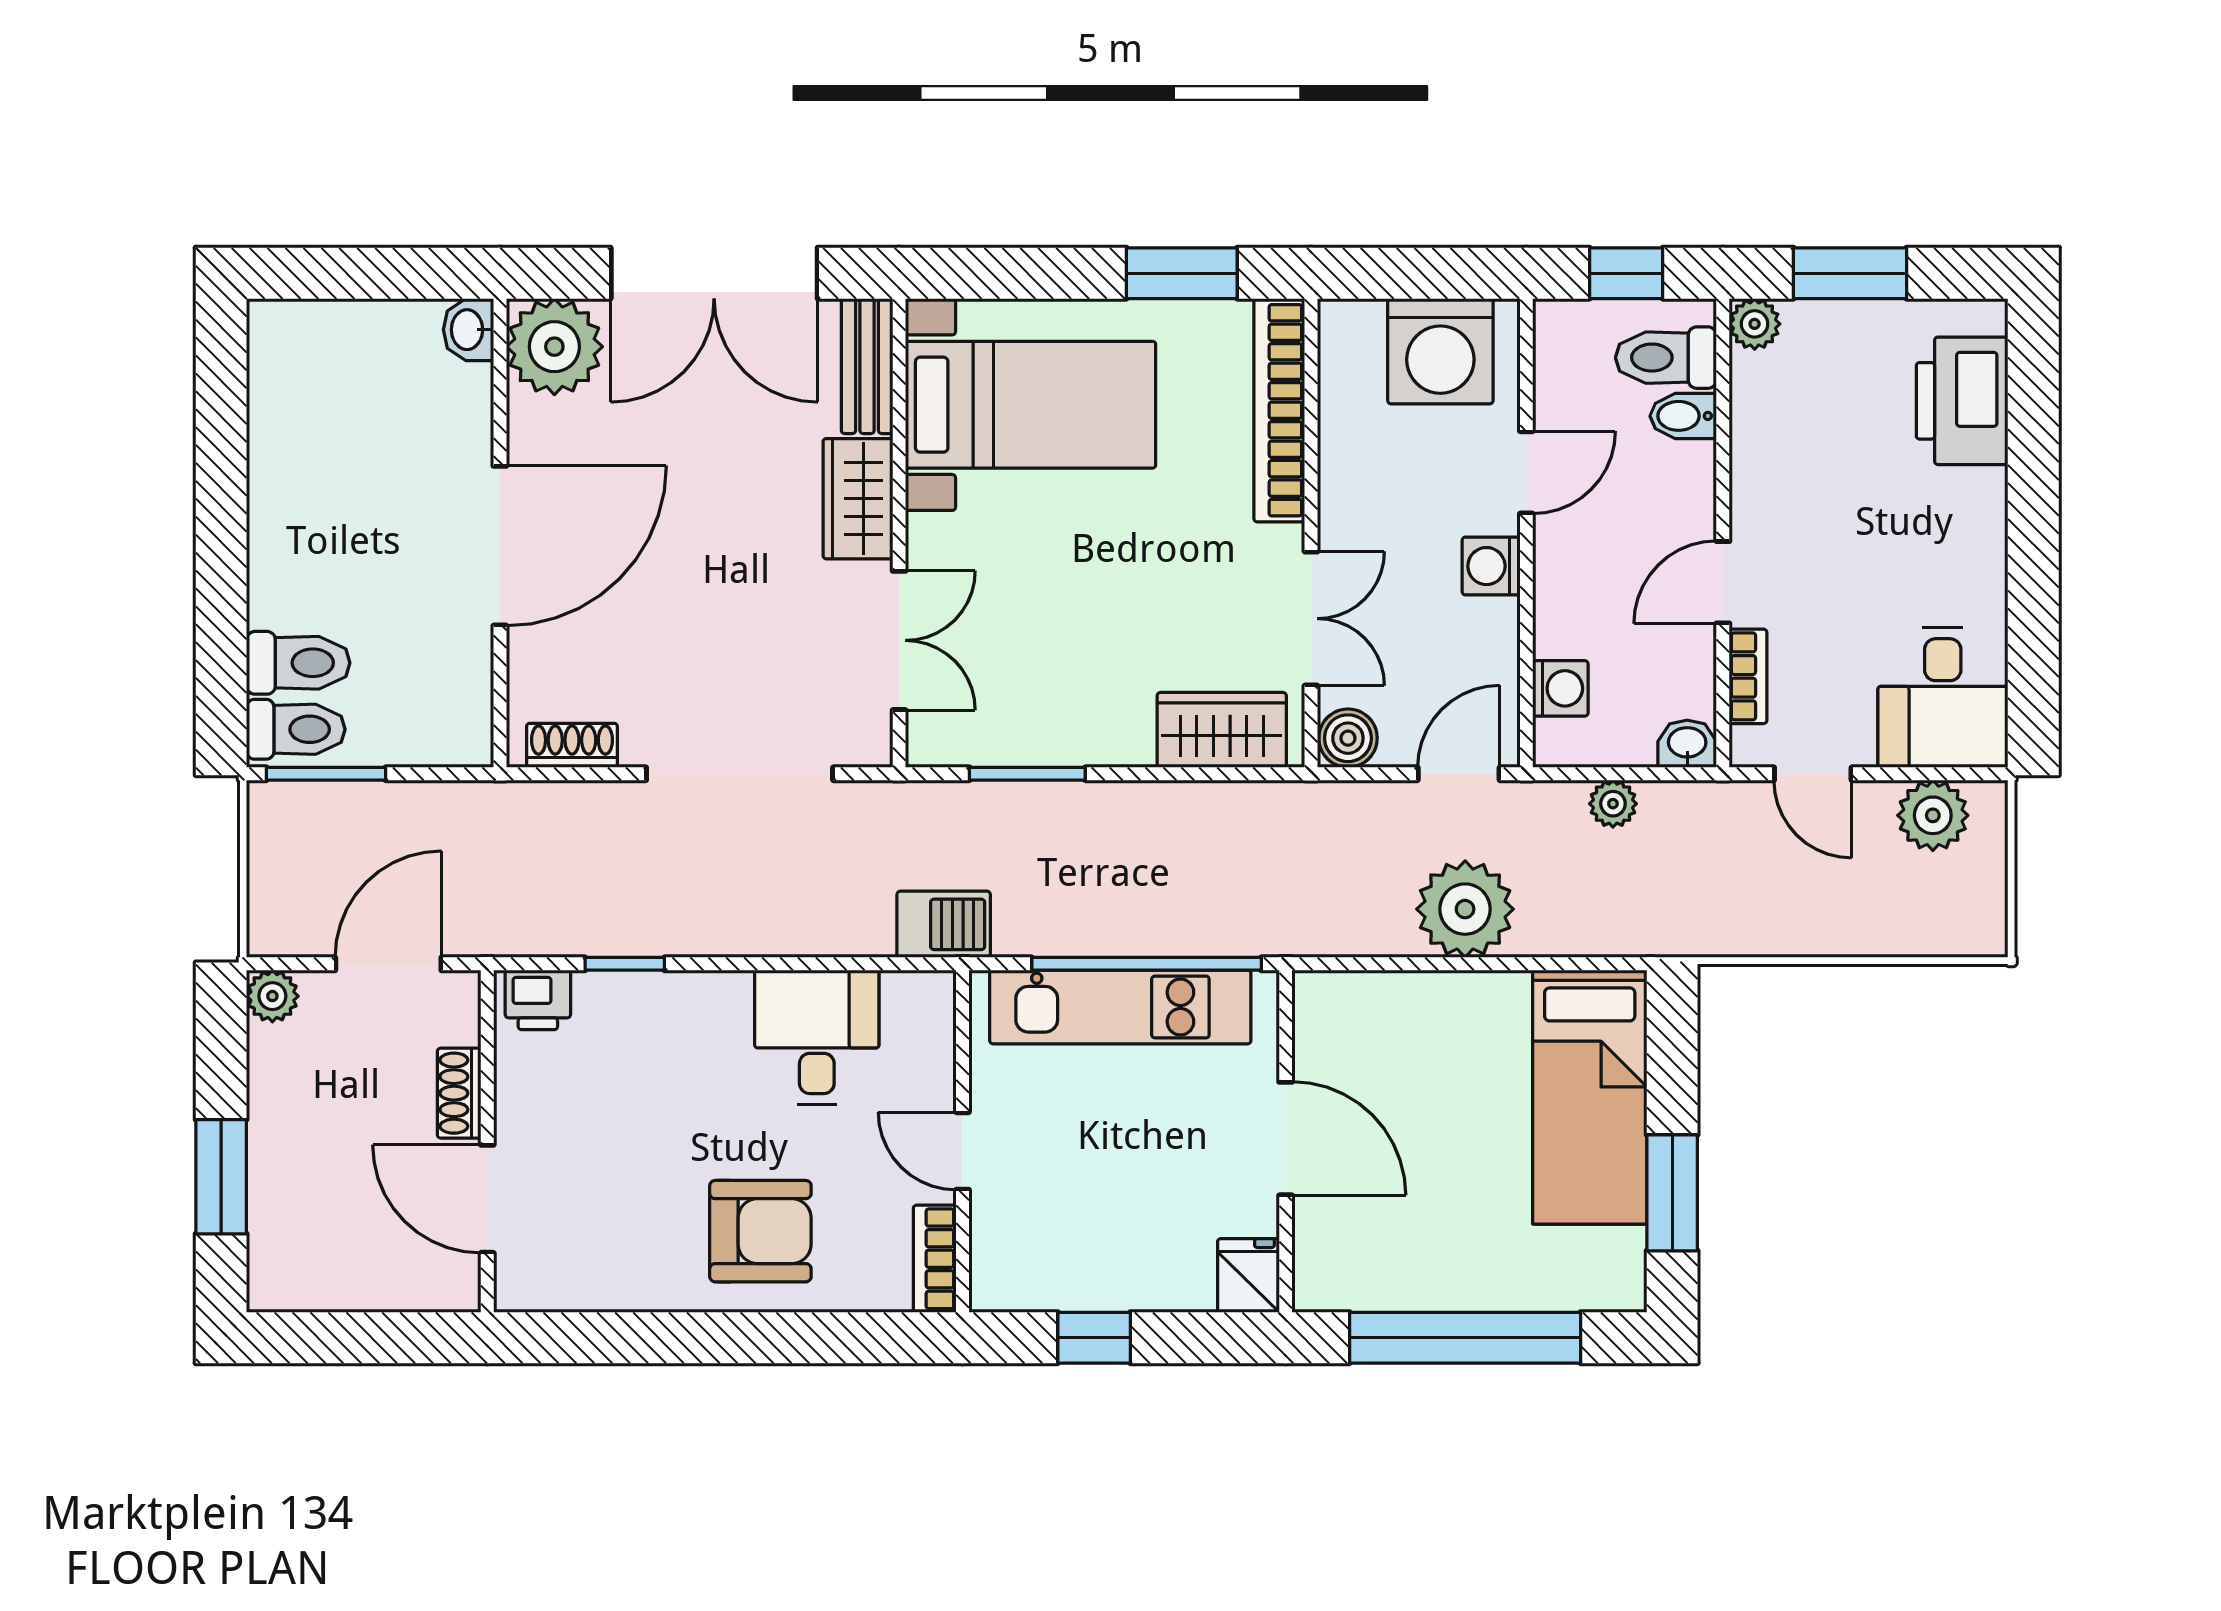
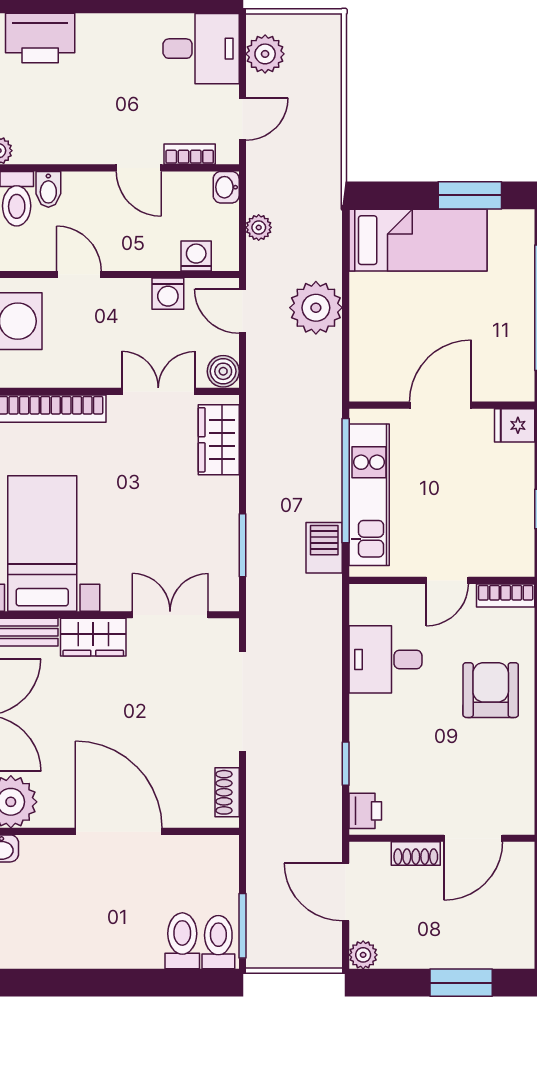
washing machine: (1491, 566) -> (168, 294), moved
barbecue: (944, 924) -> (324, 548), moved

